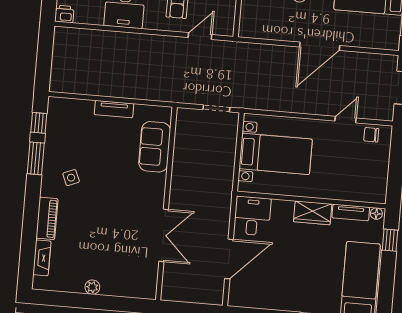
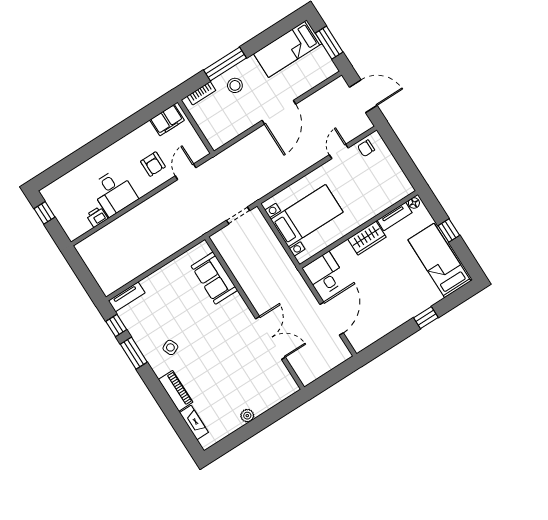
printer: (64, 14) -> (97, 217), moved
tv unit: (114, 109) -> (127, 297), moved
window: (390, 240) -> (449, 231), moved

